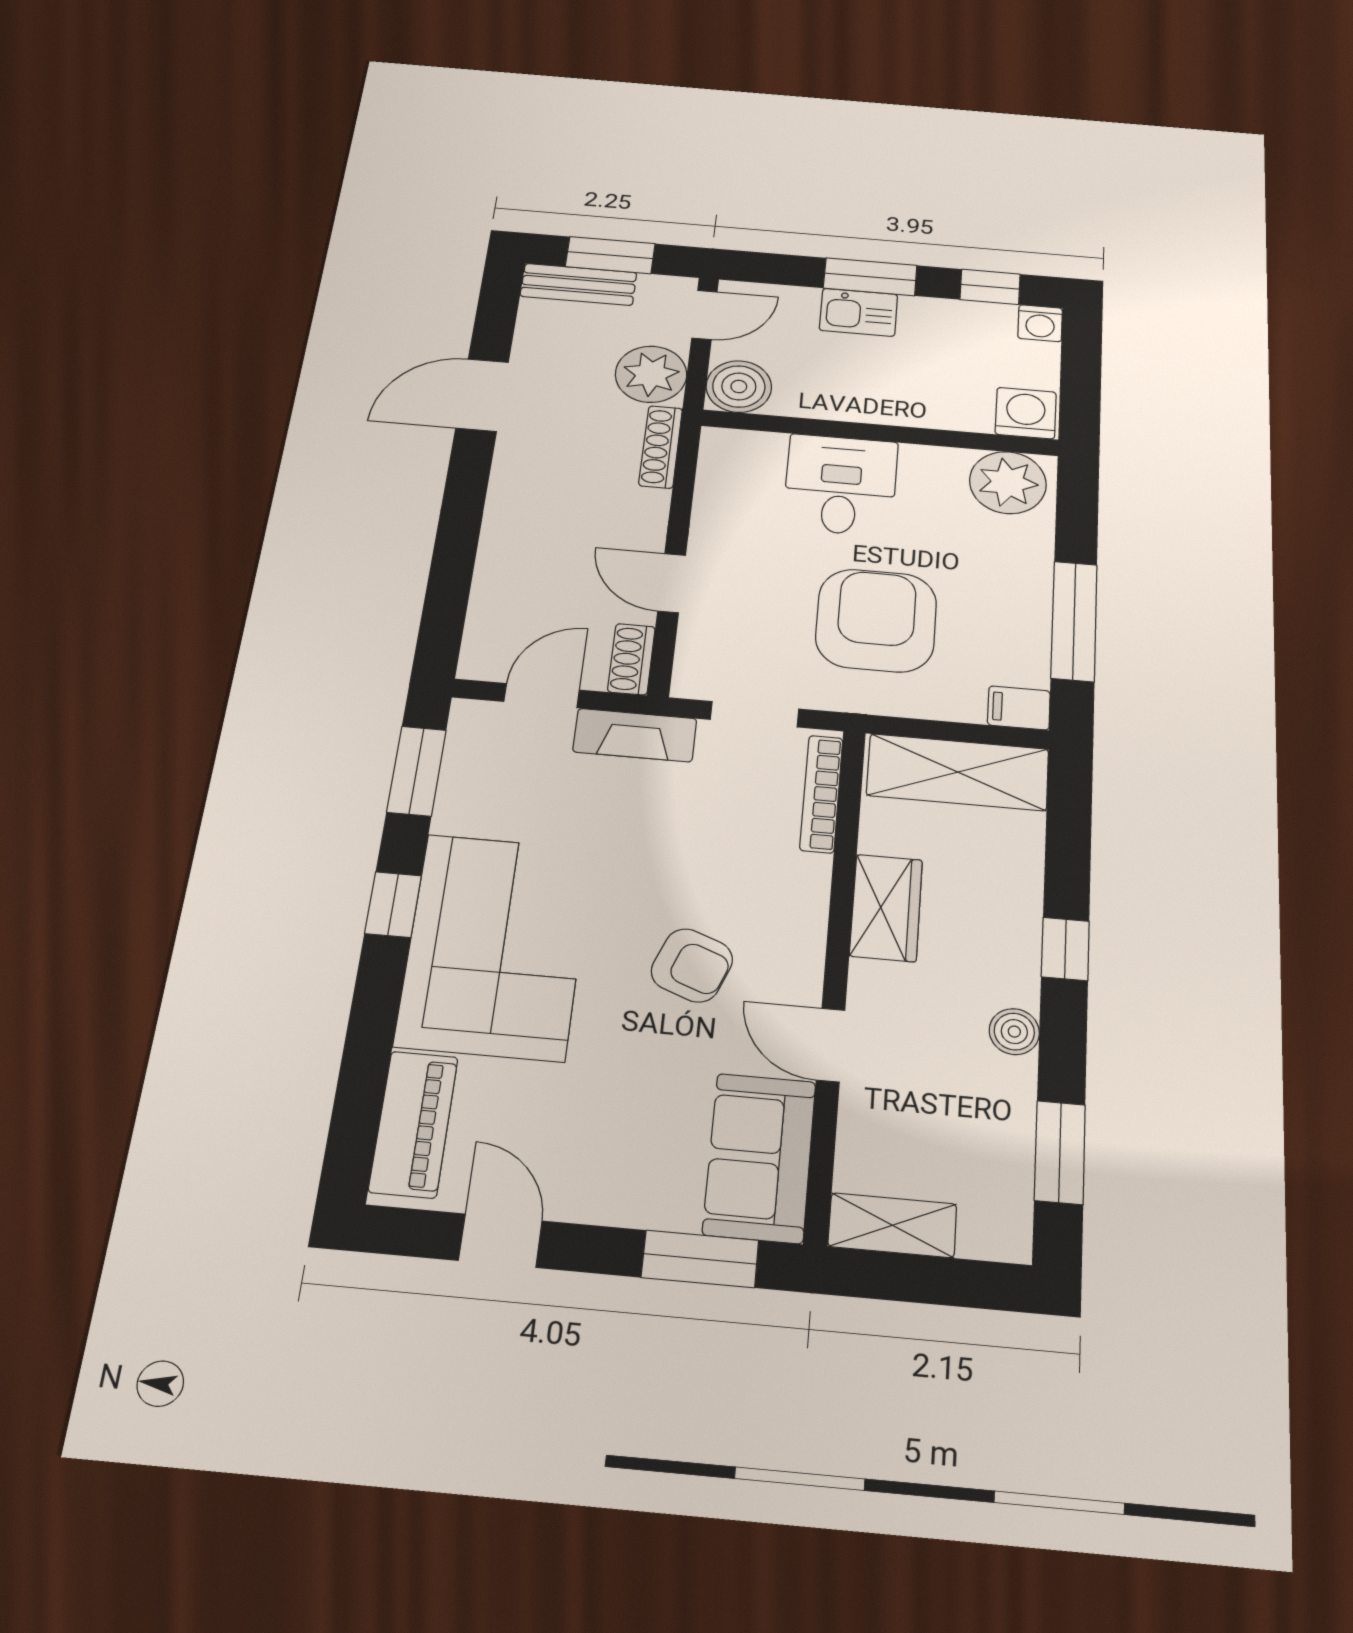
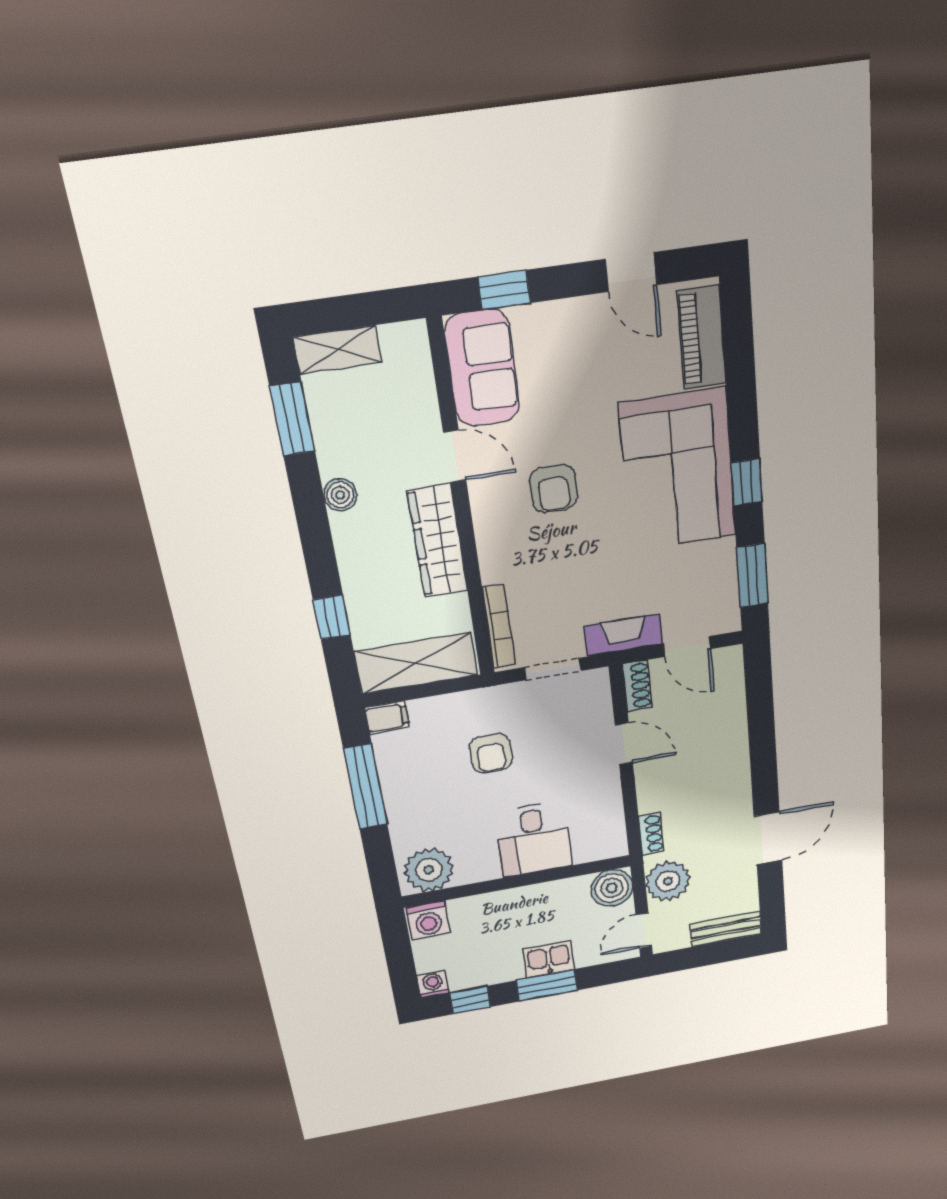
window: (610, 255) -> (711, 954), removed
shoe rack: (661, 447) -> (651, 834), width x0.70
armchair: (876, 620) -> (491, 753), width x0.53, depth x0.53
door: (542, 696) -> (687, 646), hinge flipped
wardrobe: (886, 908) -> (438, 541), width x1.50
window: (1065, 949) -> (332, 617), moved
armchair: (692, 965) -> (554, 488), turned -111
shelving: (892, 1225) -> (338, 350), moved
window: (700, 1259) -> (504, 290), width x0.67

